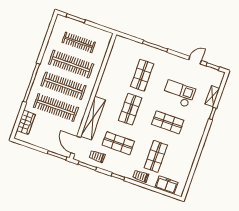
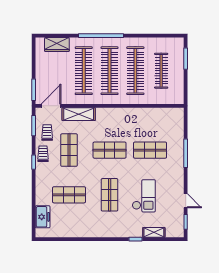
shelving: (93, 118) -> (79, 114), width x0.68
trolley: (141, 176) -> (43, 154), moved

